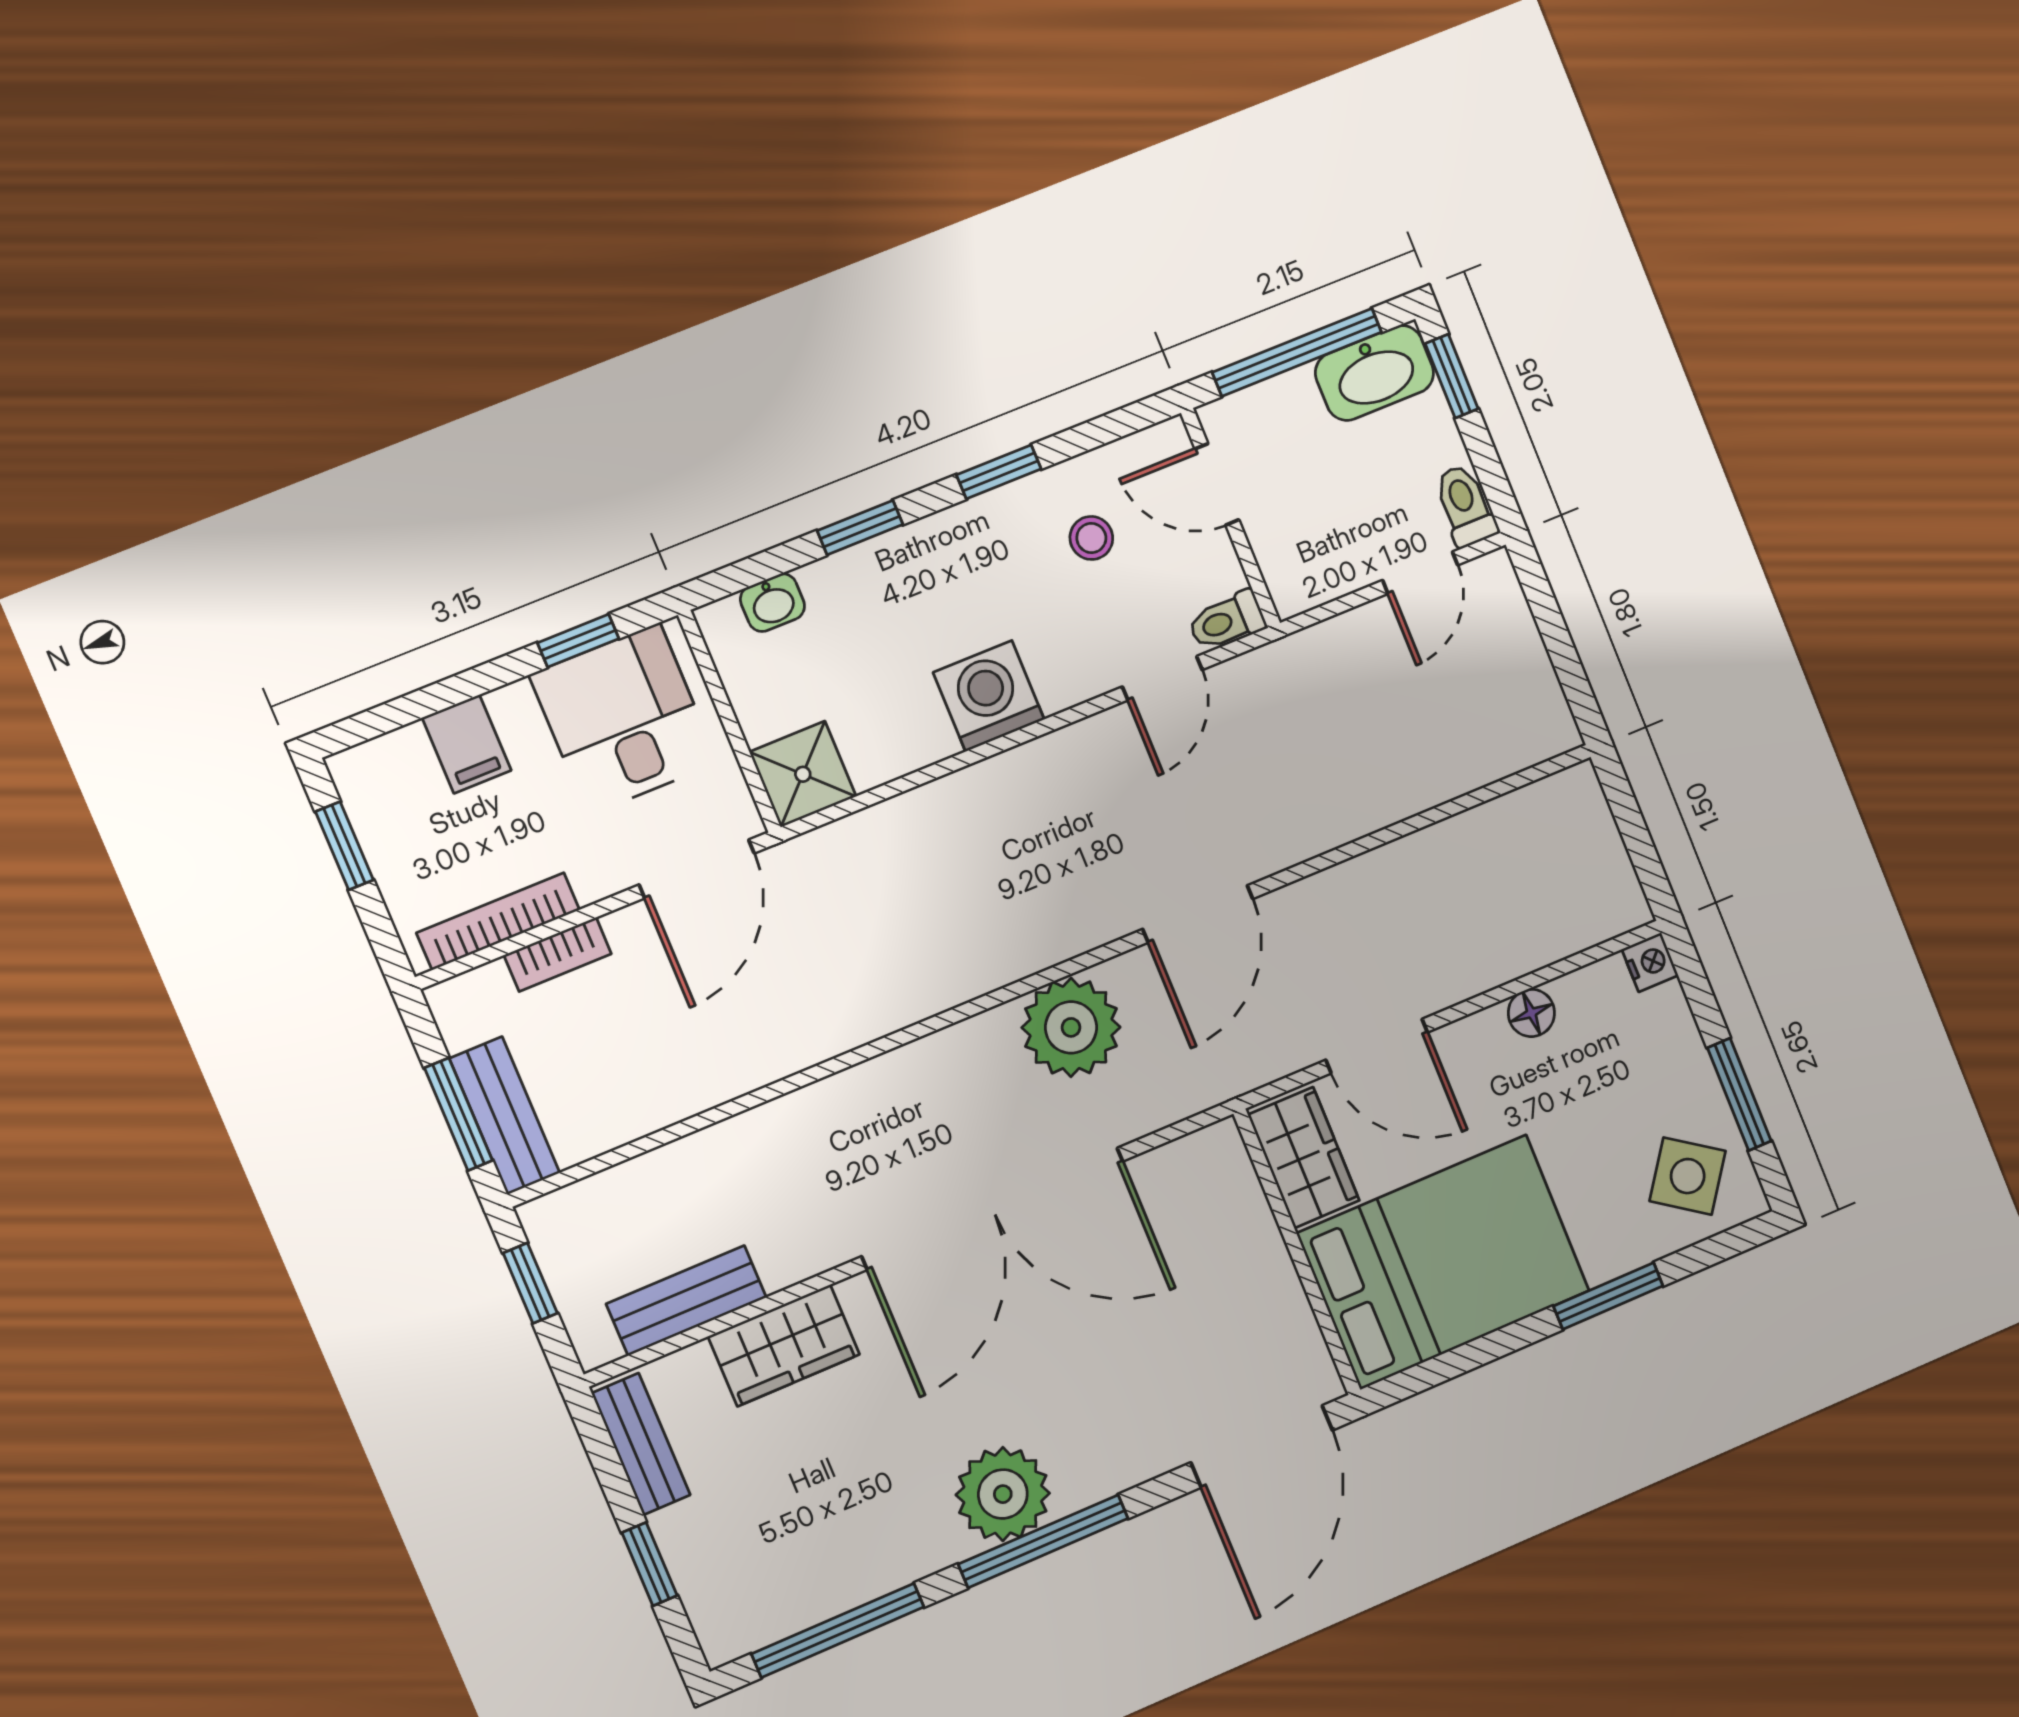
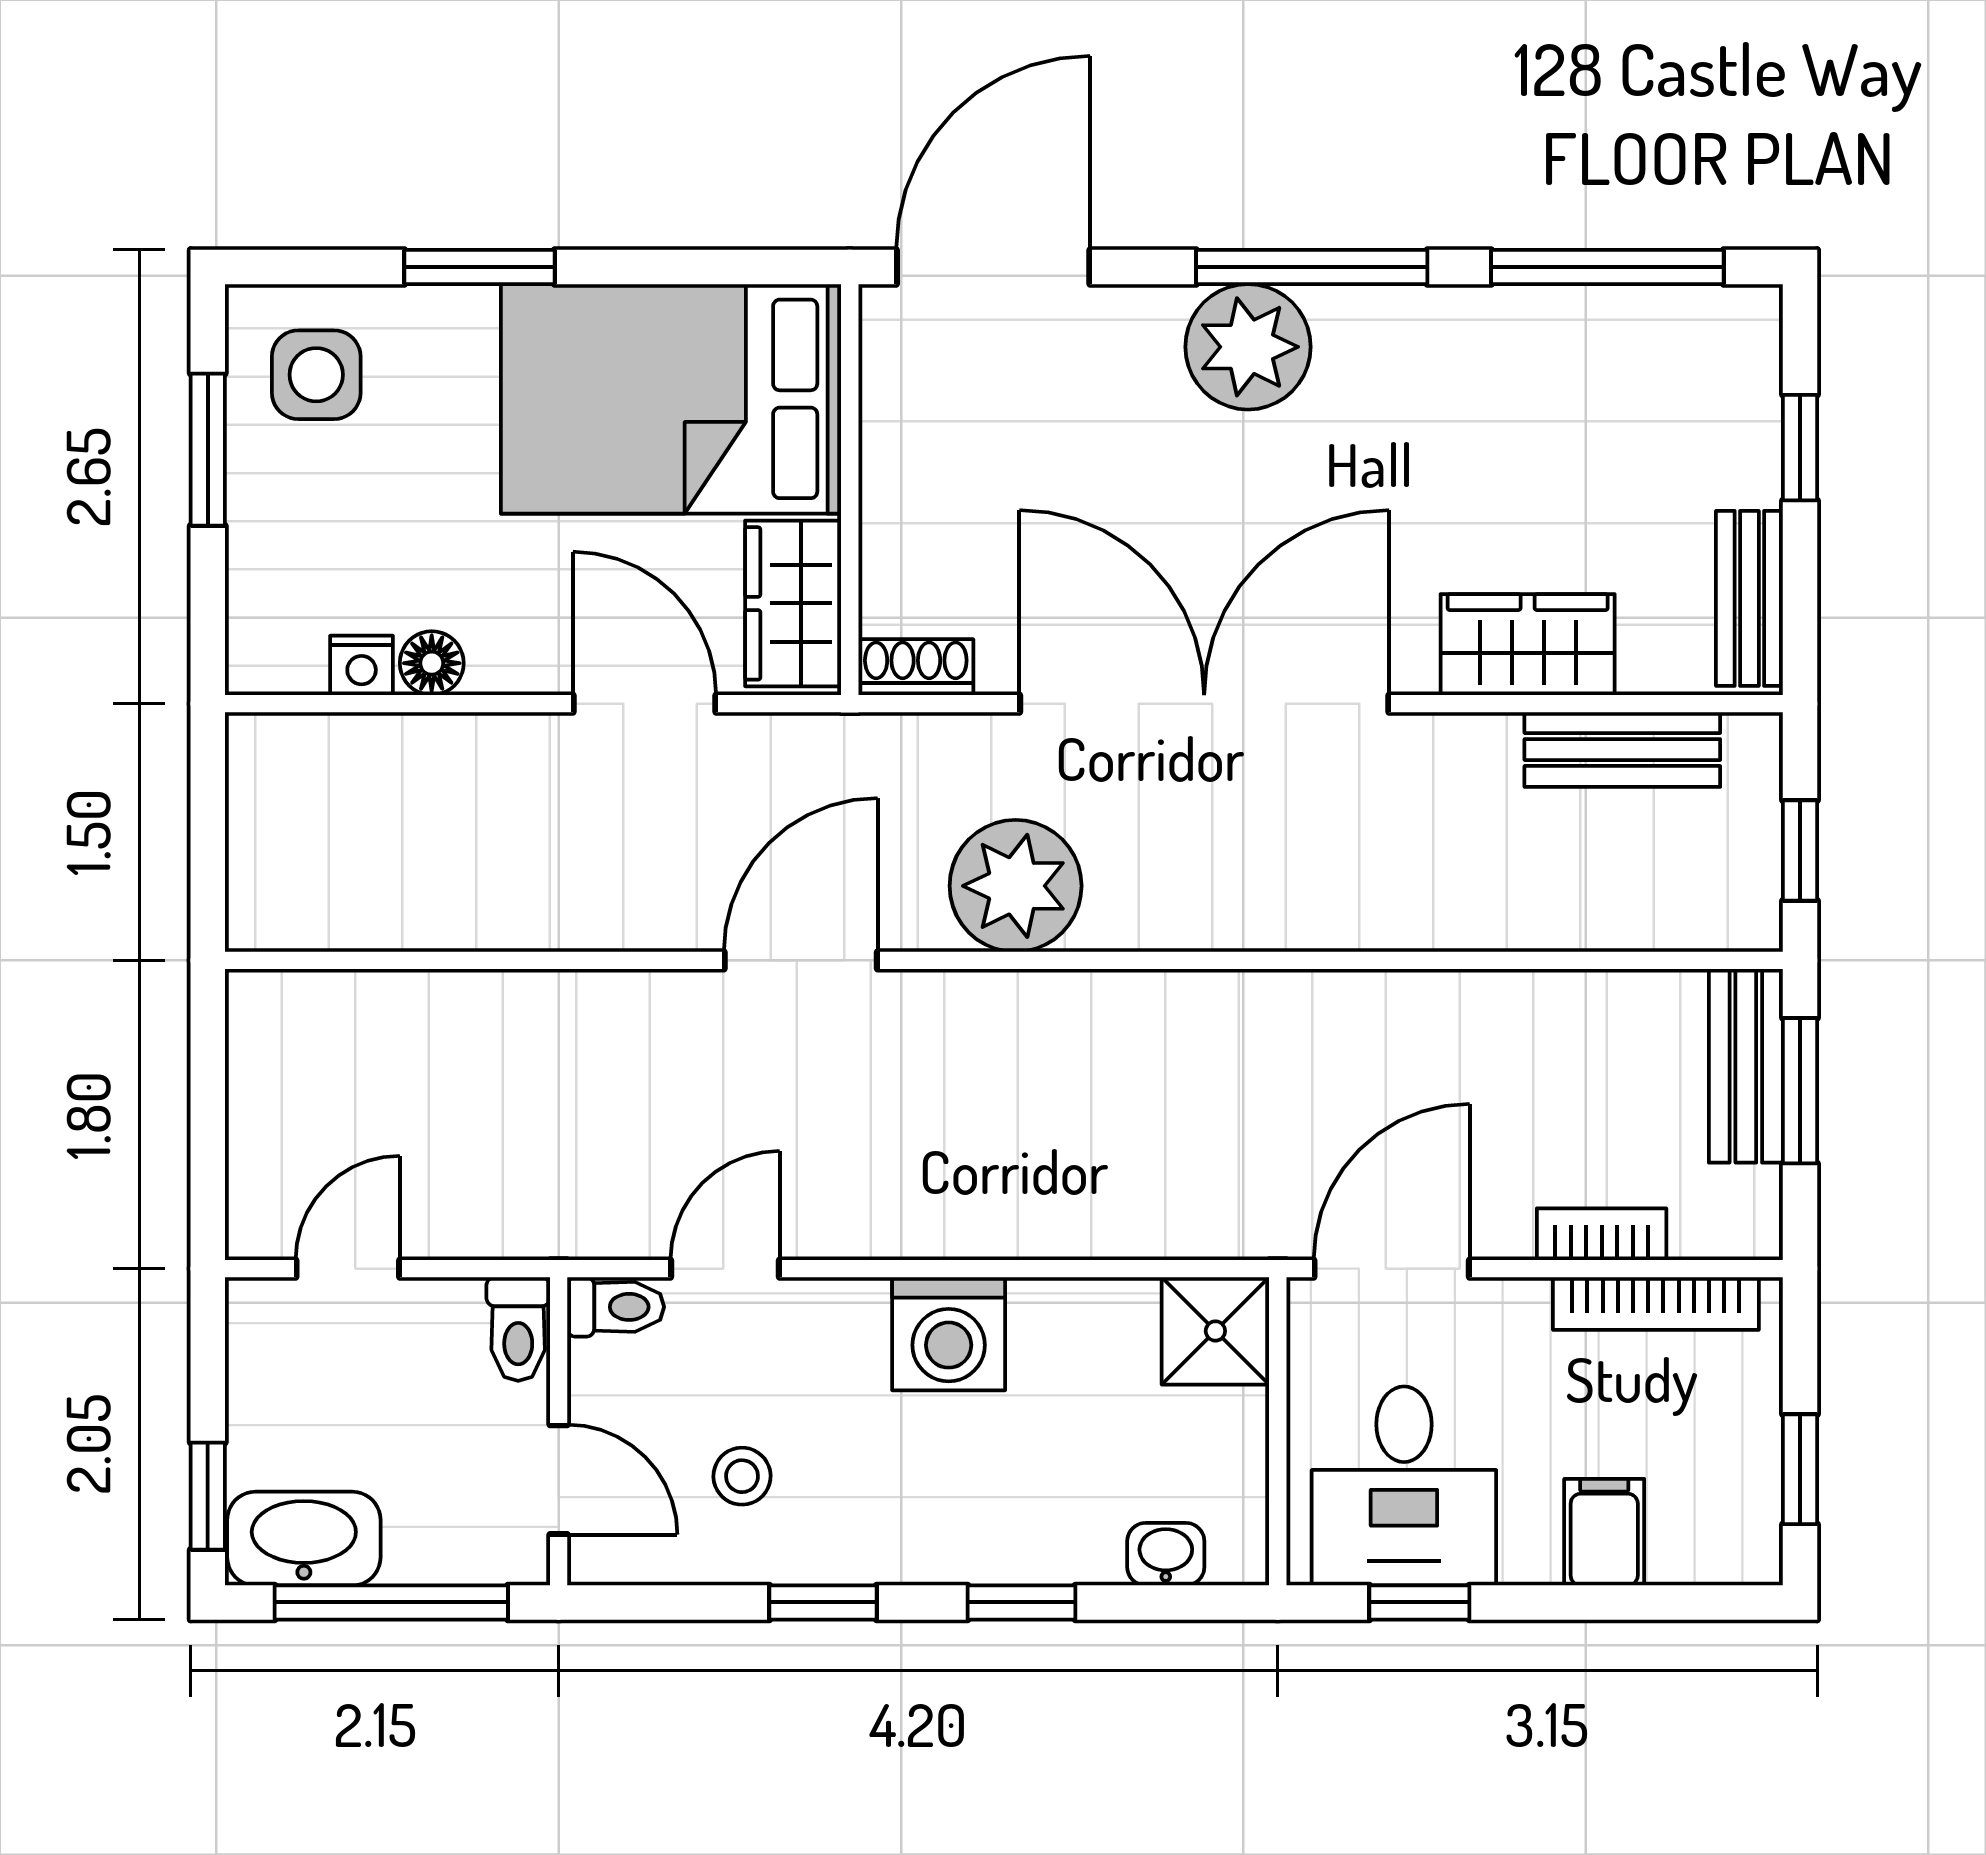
toilet: (1465, 506) -> (518, 1329), moved
nightstand: (1650, 962) -> (362, 665), moved, turned -90
shoe rack: (1202, 1150) -> (916, 667), added
side table: (1688, 1176) -> (316, 375), turned -35
plant: (1003, 1494) -> (1248, 347), moved

